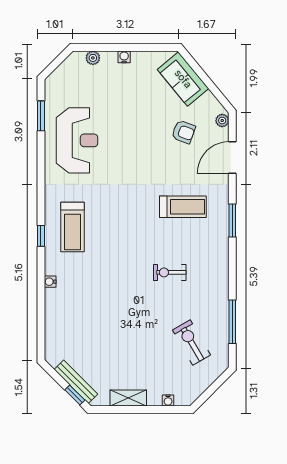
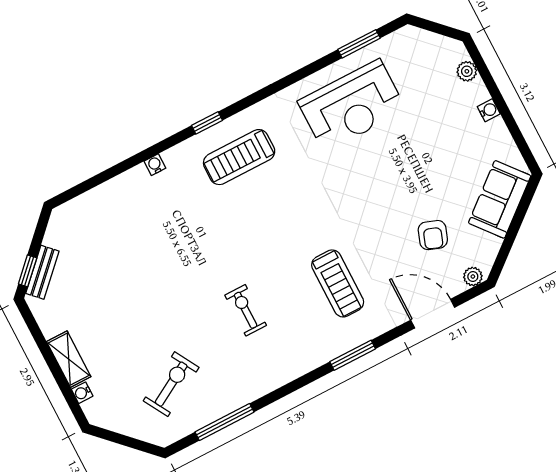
bench: (76, 382) -> (42, 272), width x0.73
shelving: (128, 398) -> (69, 359), moved

